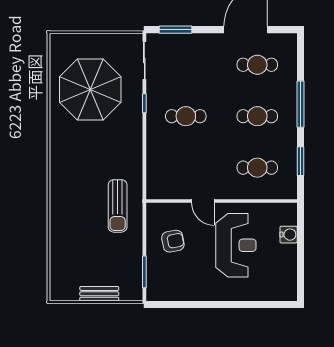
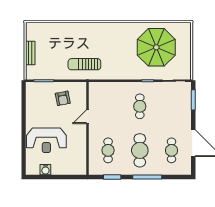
cafe table: (257, 116) -> (140, 150), width x1.37, depth x1.35
water cooler: (289, 235) -> (45, 170), moved
reception desk: (236, 245) -> (46, 140), moved

